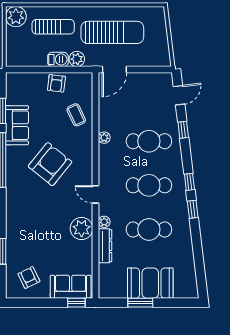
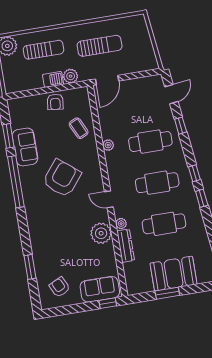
sun lounger: (112, 32) -> (100, 46), width x0.73, depth x0.75

